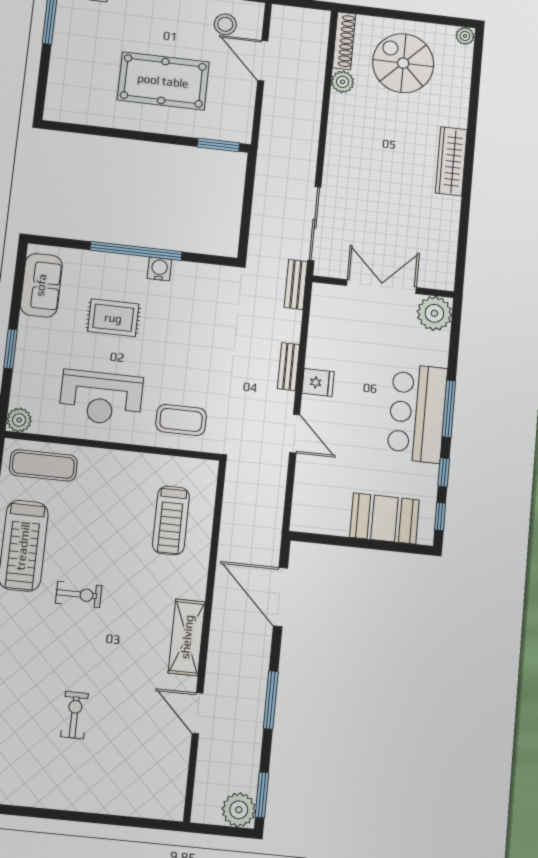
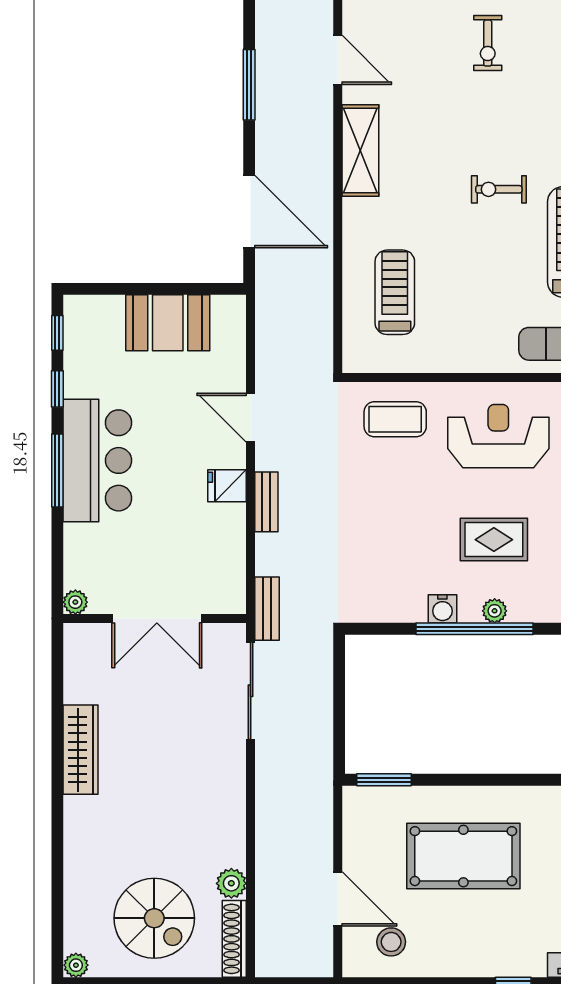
wardrobe: (451, 161) -> (81, 750), moved
plant: (119, 263) -> (495, 611), added
plant: (434, 313) -> (75, 602), width x0.53, depth x0.53
booth: (385, 518) -> (168, 323), moved

